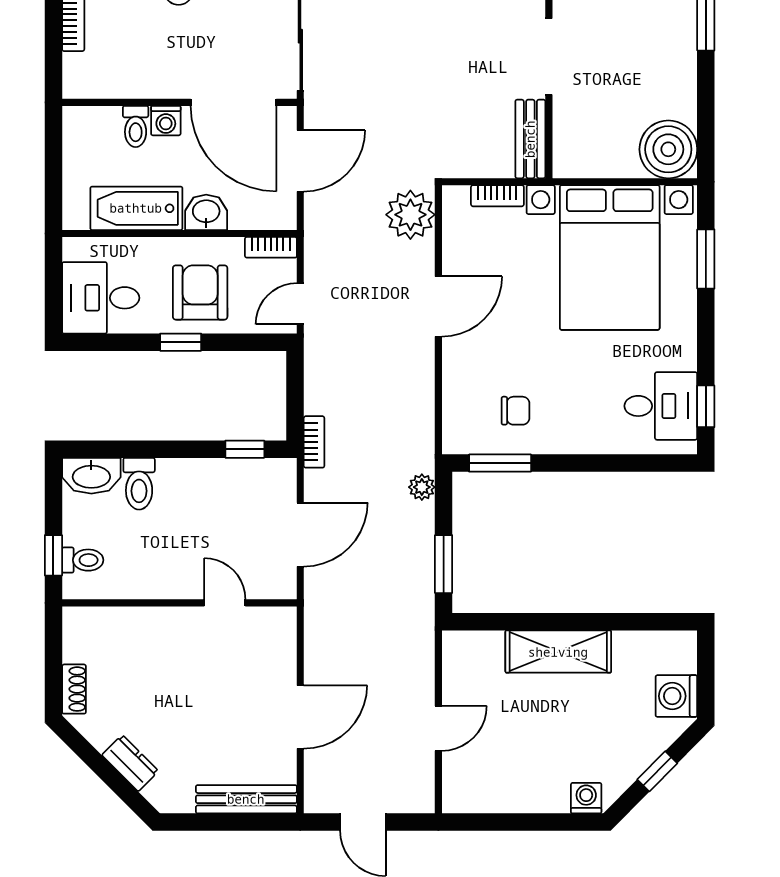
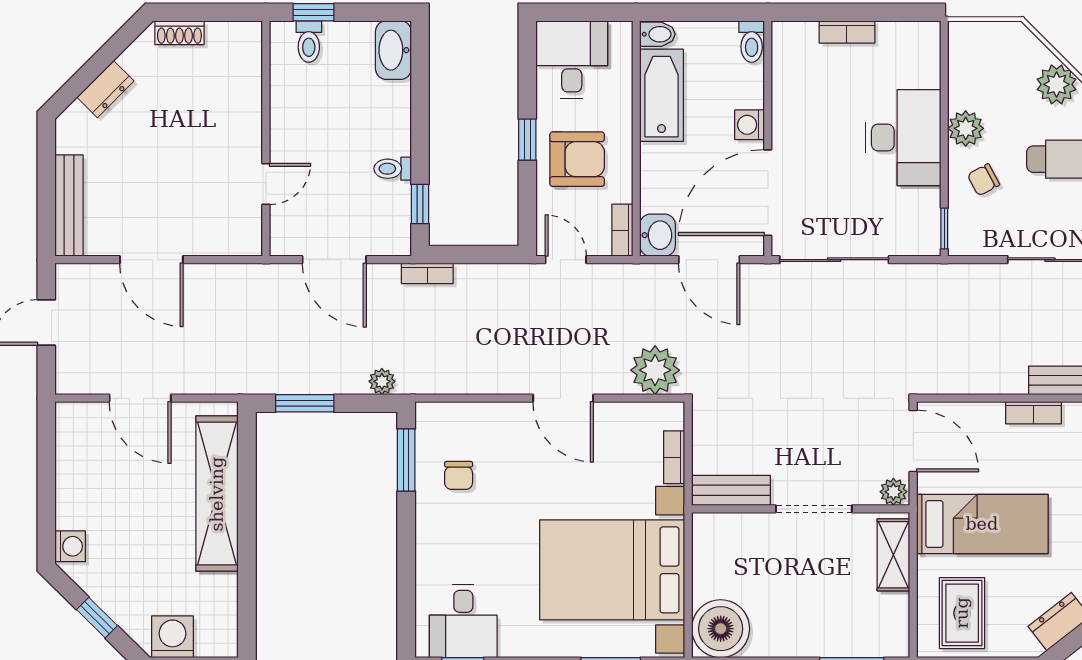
toilet: (136, 126) -> (752, 42), moved, turned -90
bidet: (75, 212) -> (657, 34), added
washbasin: (206, 212) -> (658, 235), moved
toilet: (139, 484) -> (393, 169), moved, width x0.73, depth x0.72
shelving: (558, 652) -> (217, 494), width x1.47
door: (438, 728) -> (140, 398), width x1.37

